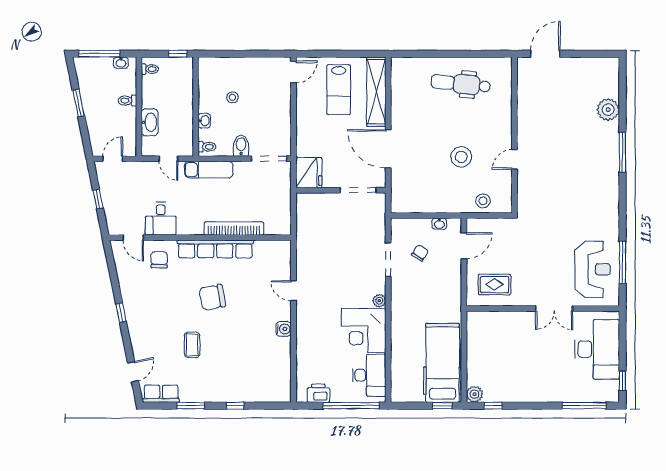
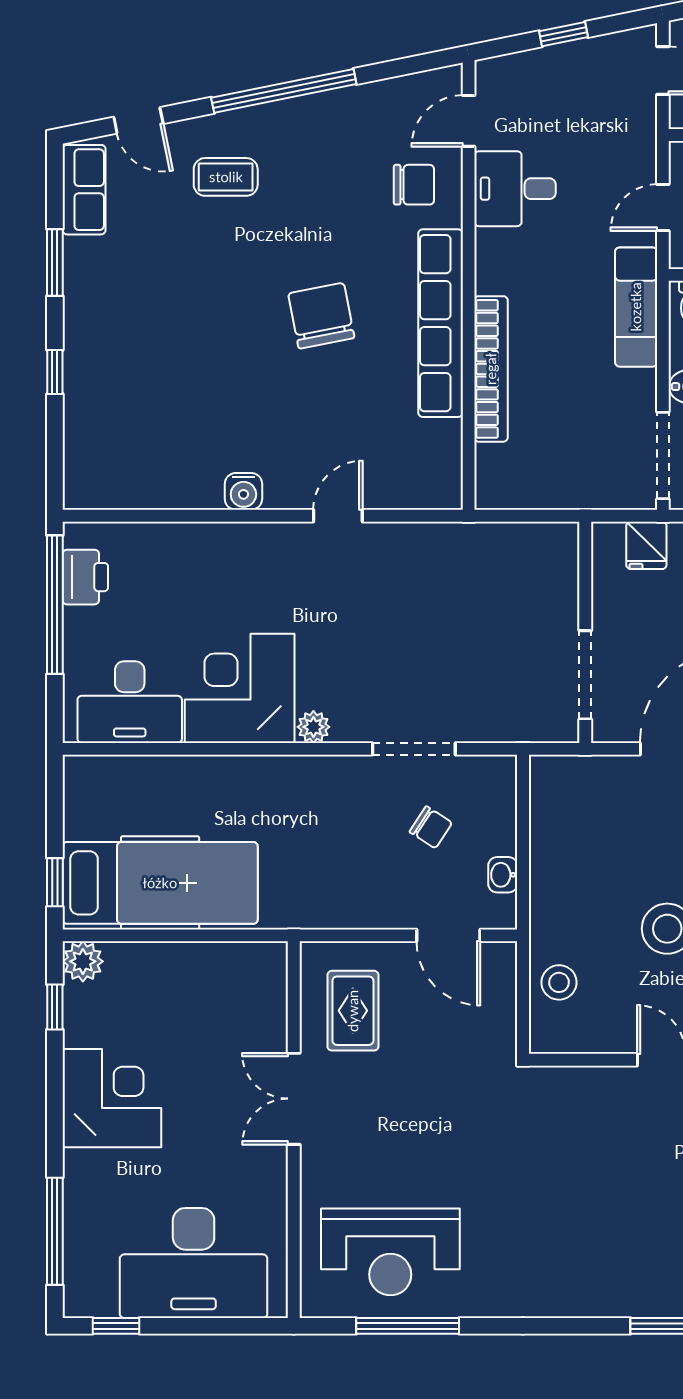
fridge: (309, 173) -> (646, 545), width x0.53, depth x0.75
double door: (554, 309) -> (294, 1099), moved
window: (121, 313) -> (284, 91), width x3.17
coffee table: (192, 345) -> (226, 177), moved
corner desk: (530, 382) -> (112, 1098), added
window: (351, 406) -> (55, 605), moved

